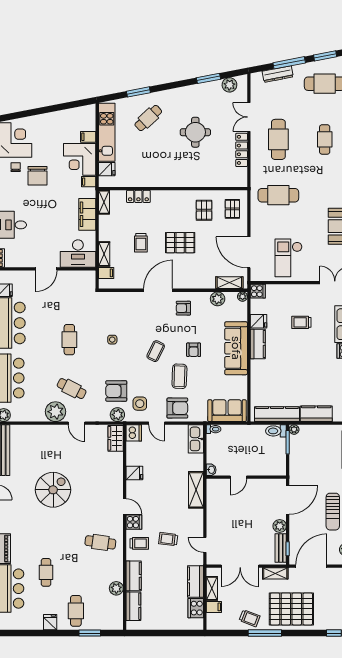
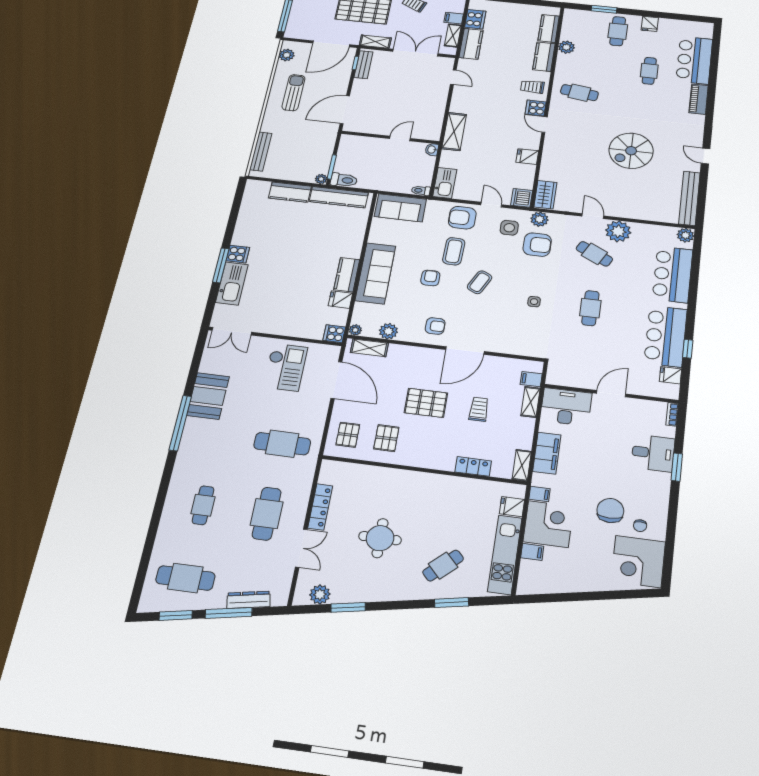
trolley: (301, 322) -> (285, 292), removed
plant: (280, 526) -> (360, 86), removed
trolley: (168, 539) -> (497, 87), removed

